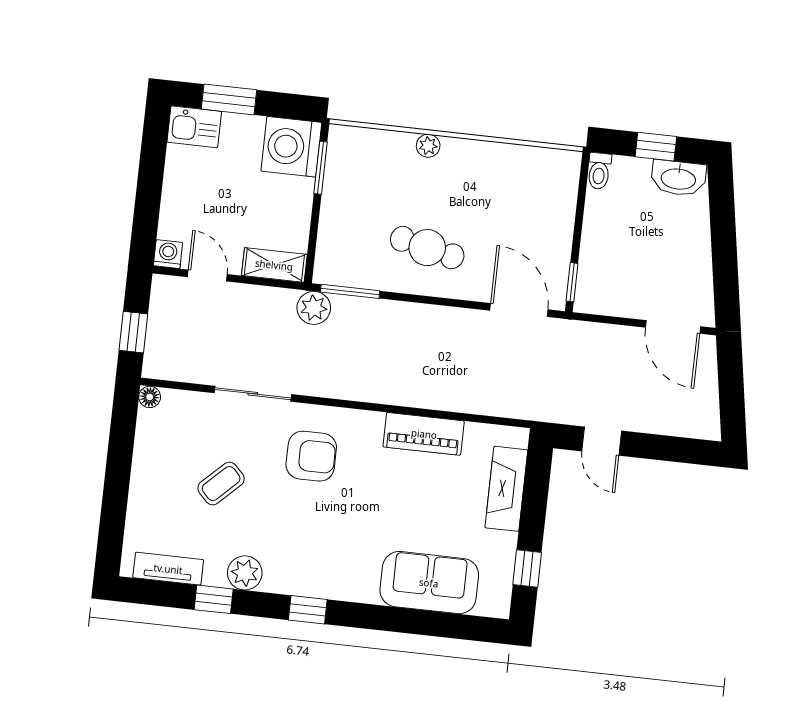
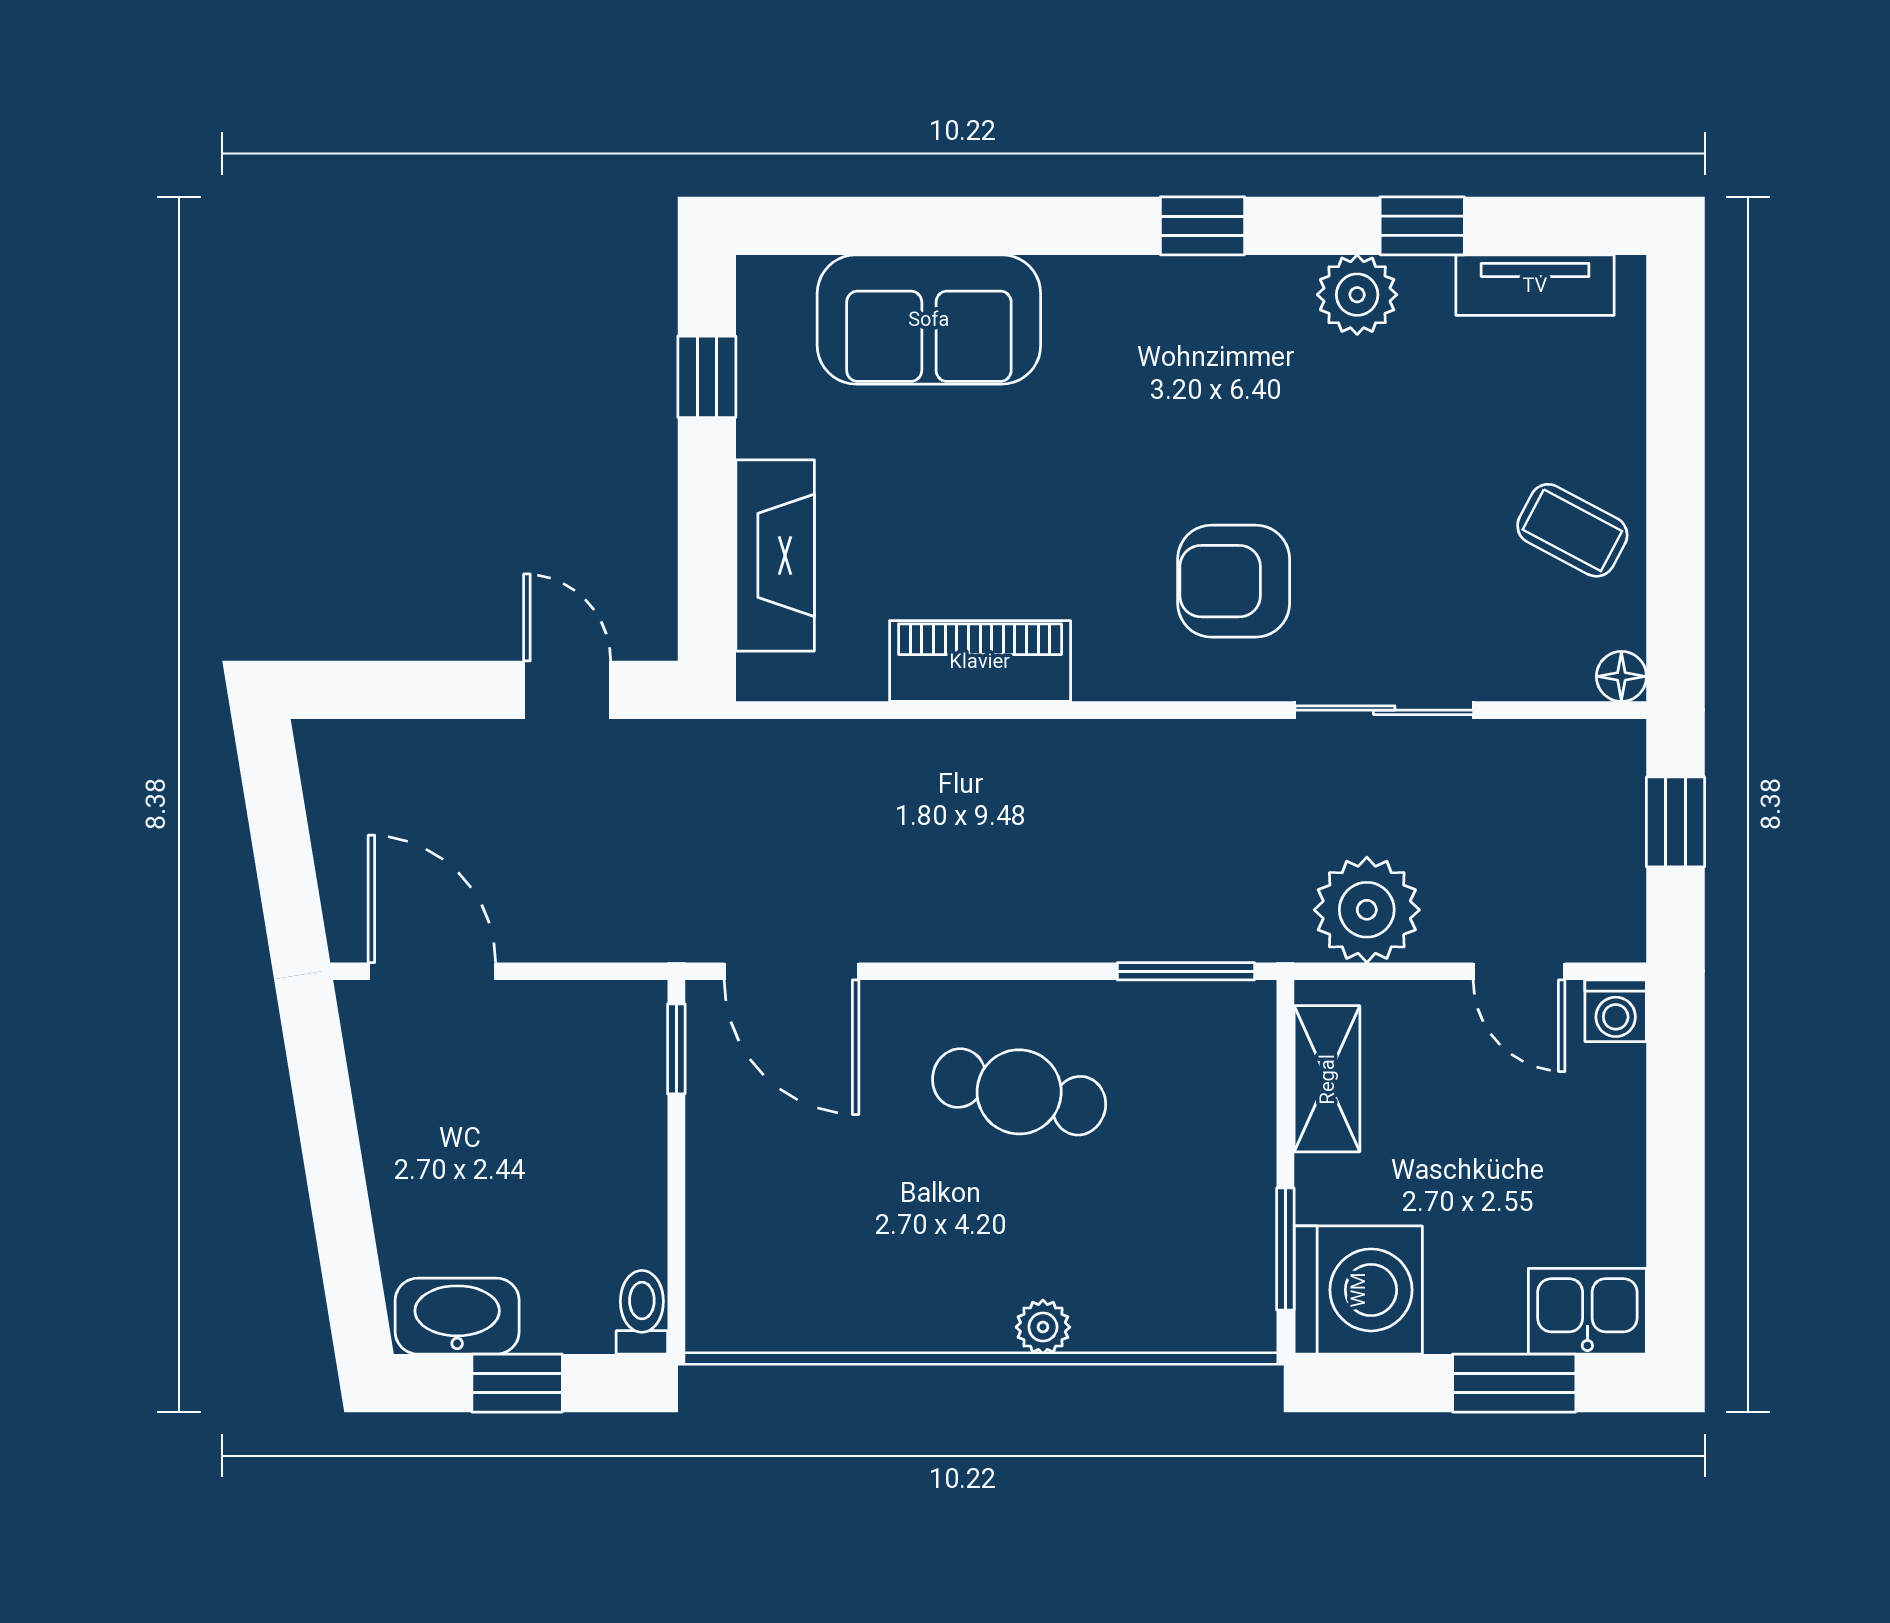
shelving: (274, 265) -> (1327, 1079), moved, turned 90
plant: (314, 308) -> (1367, 910), moved, width x1.36, depth x1.36
coffee table: (221, 484) -> (1572, 530), moved, turned 72

